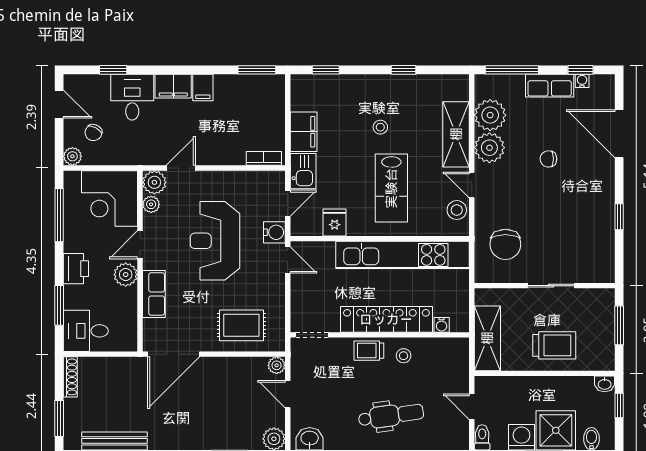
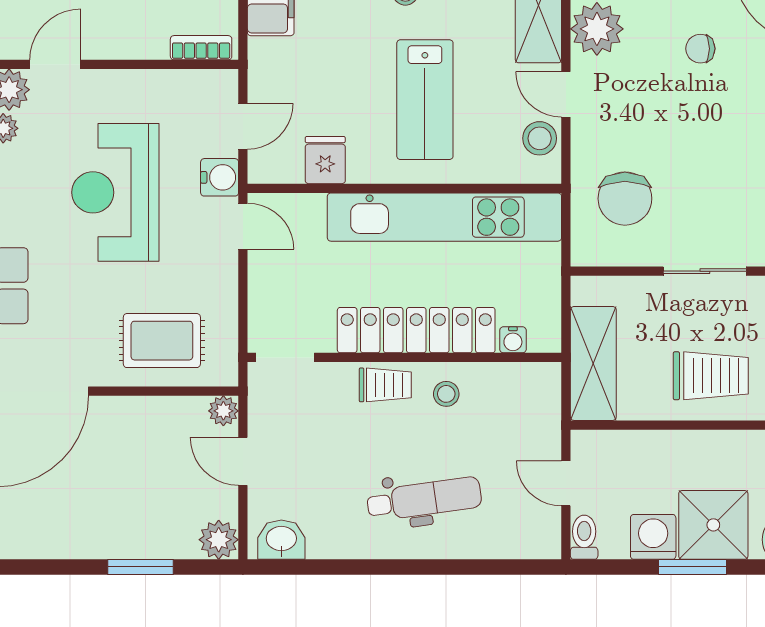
kitchen sink: (303, 171) -> (270, 70), removed
trolley: (369, 351) -> (385, 385), turned 180

